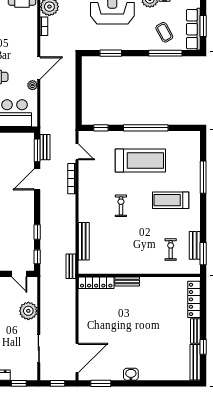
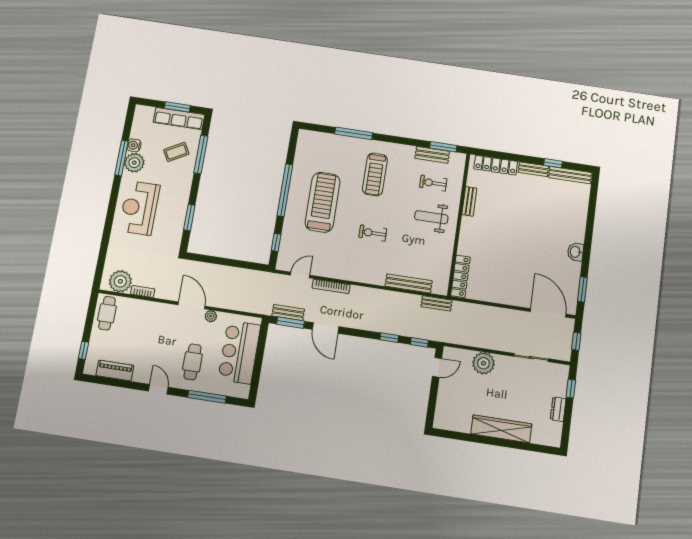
weight bench: (142, 252) -> (431, 217), added
bench: (127, 282) -> (469, 201), moved

